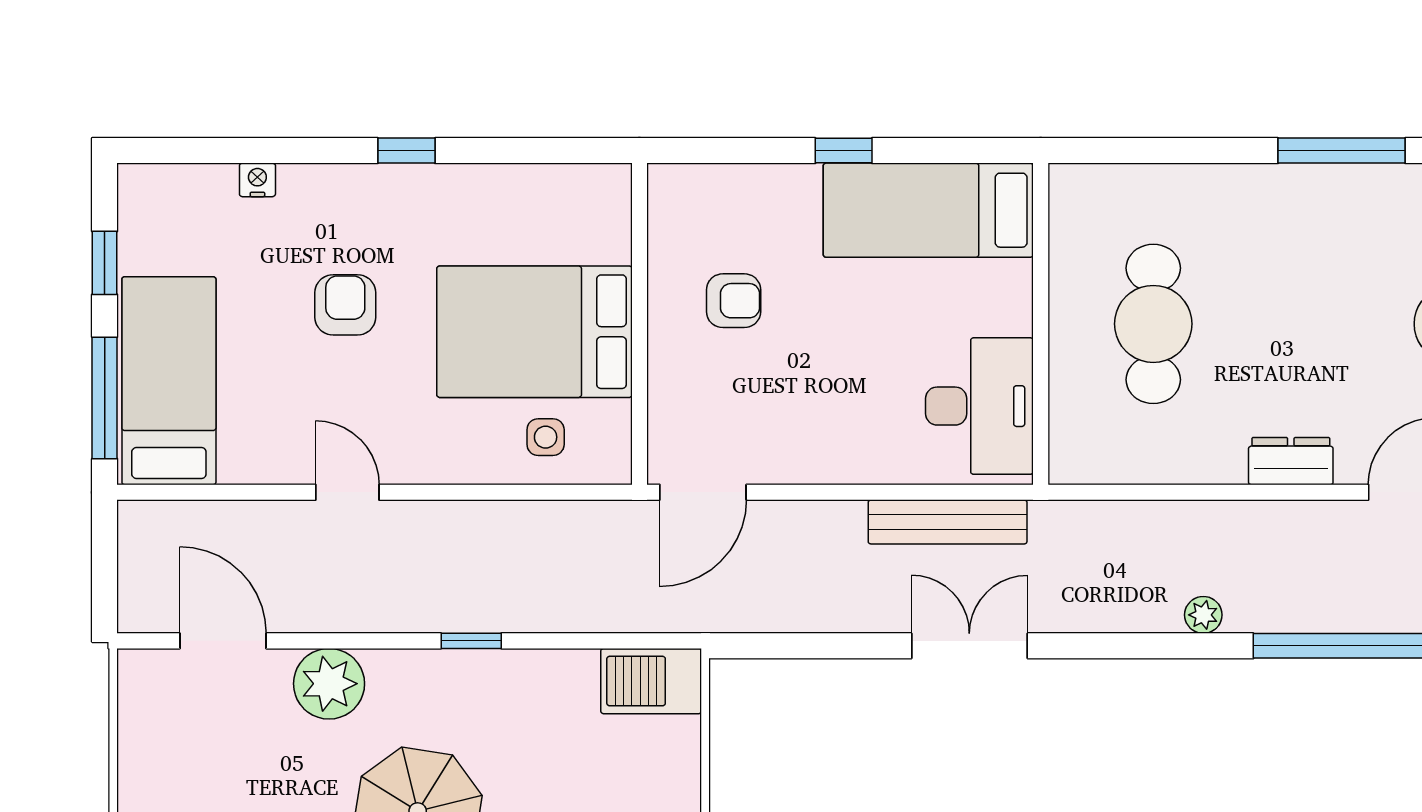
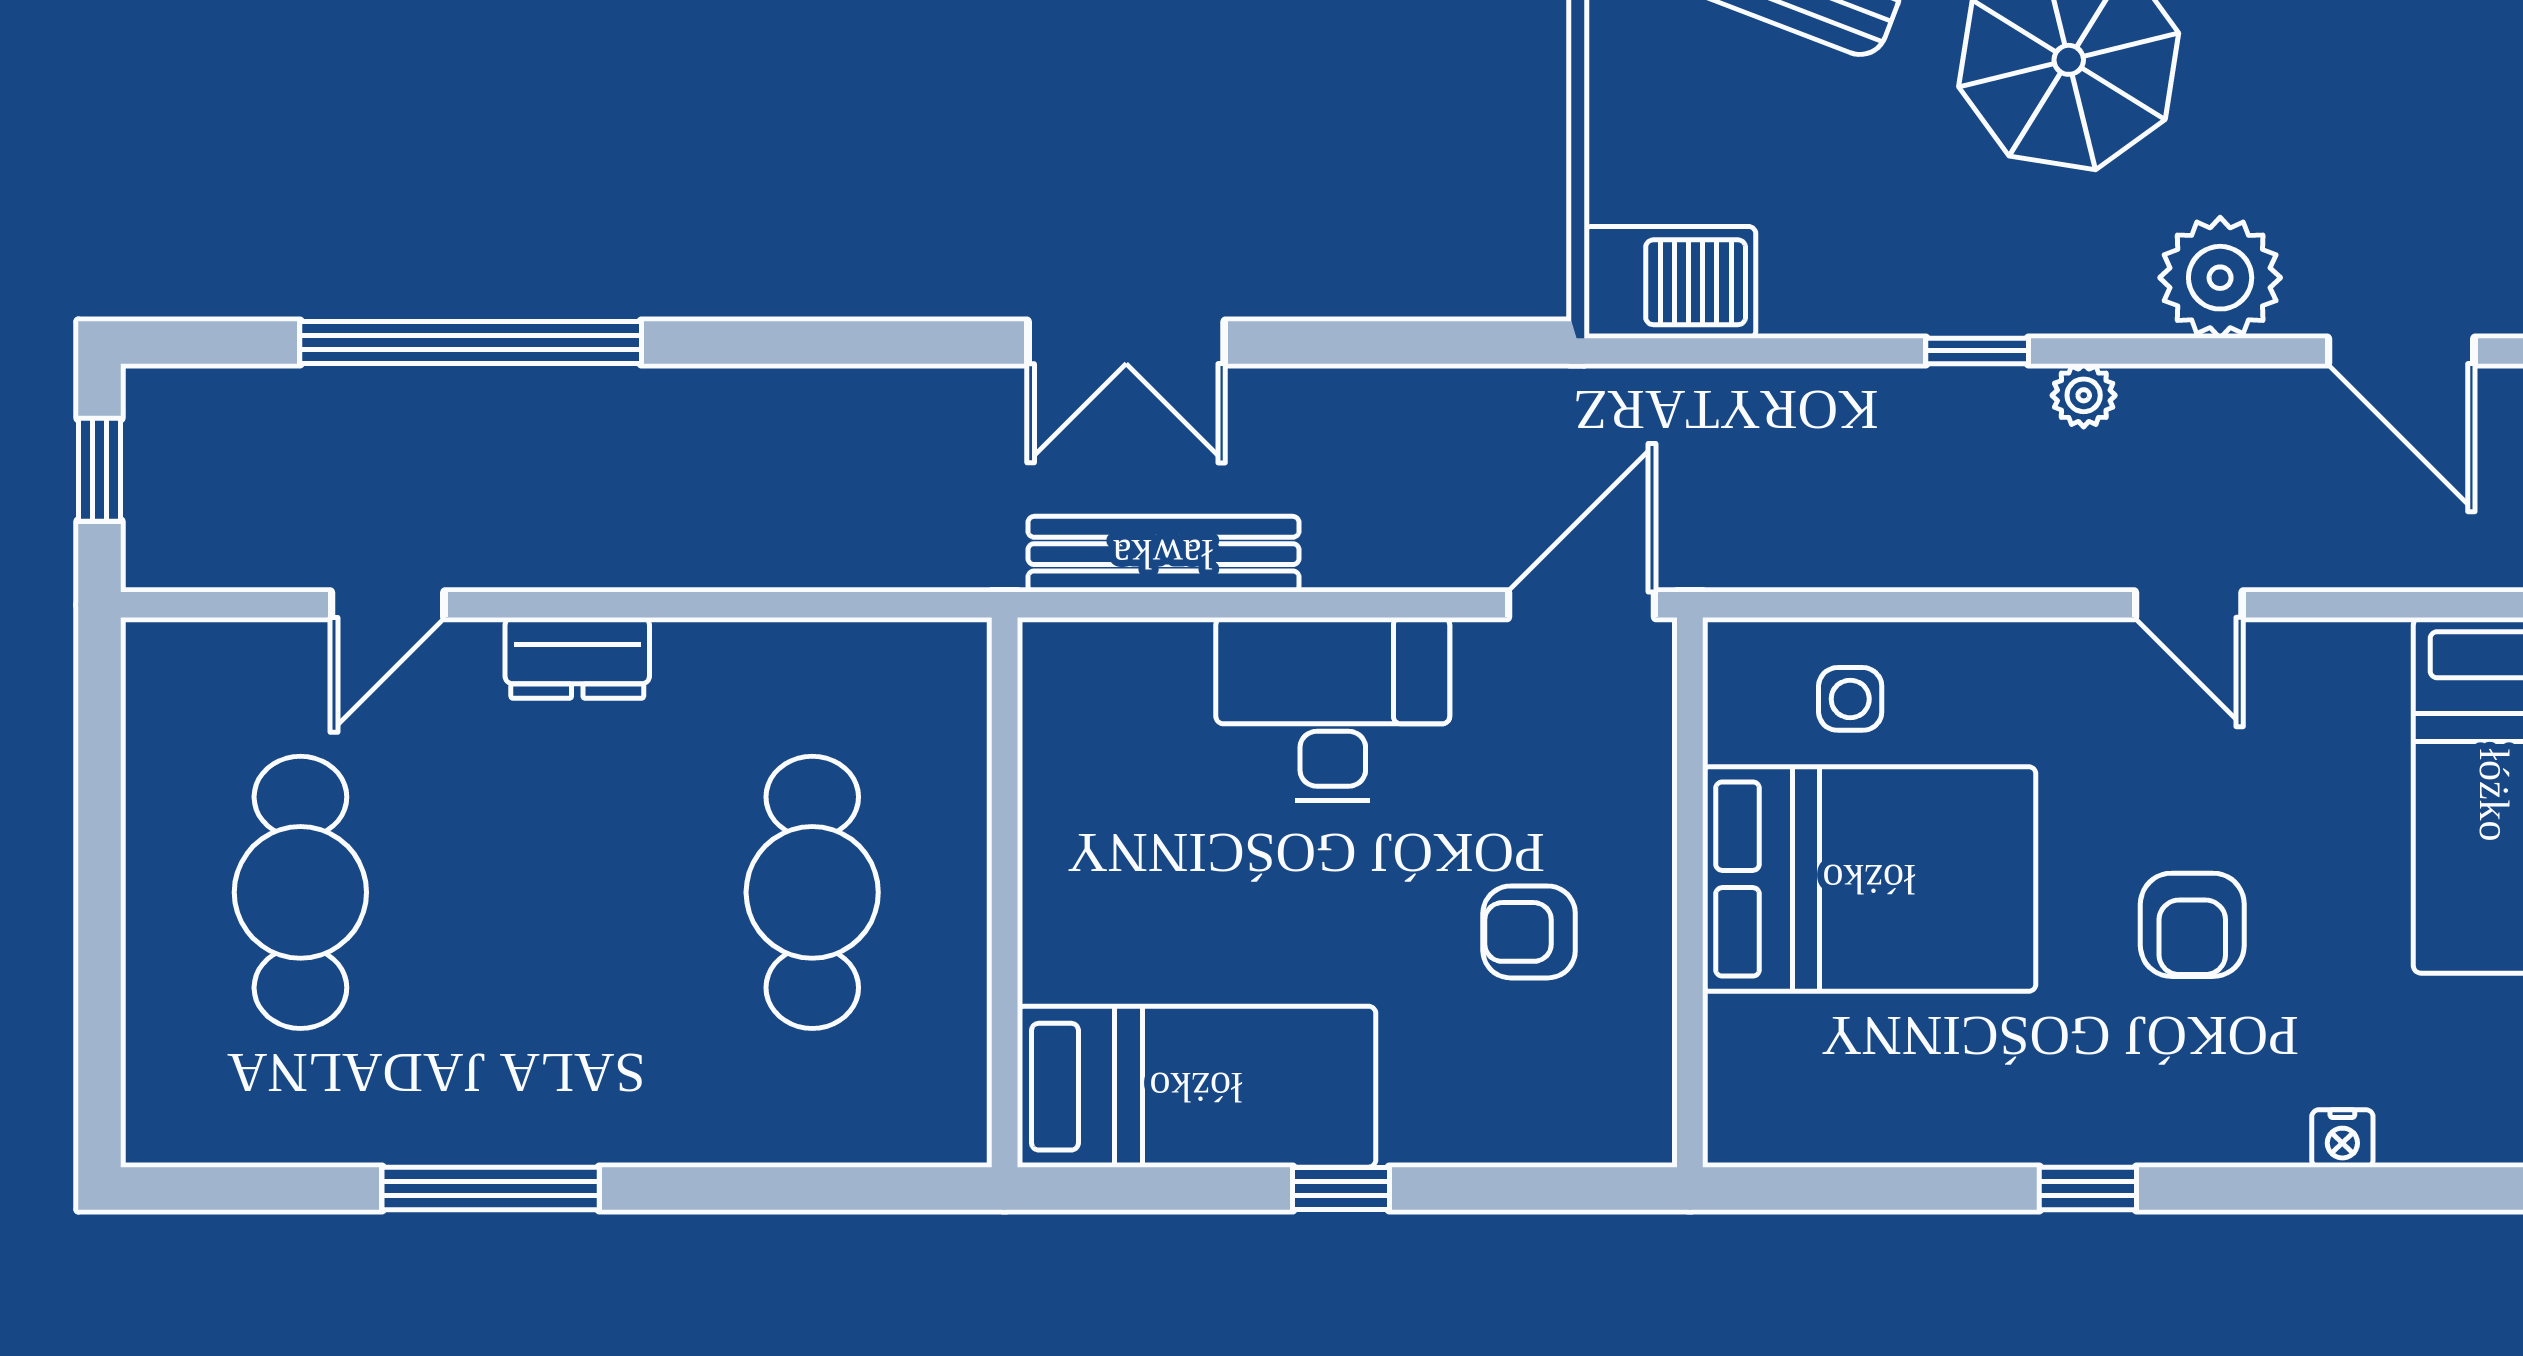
desk: (979, 406) -> (1333, 709), moved, turned 90
plant: (1203, 615) -> (2084, 395), moved

